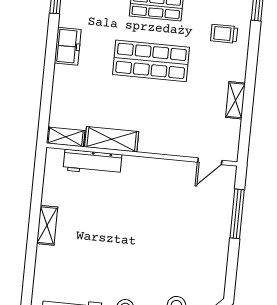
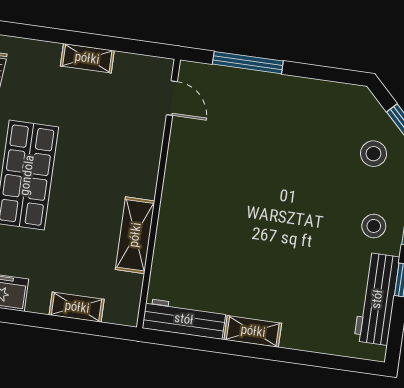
shelving: (66, 137) -> (77, 307), moved, turned 90
workbench: (93, 162) -> (184, 319), moved, turned -90

